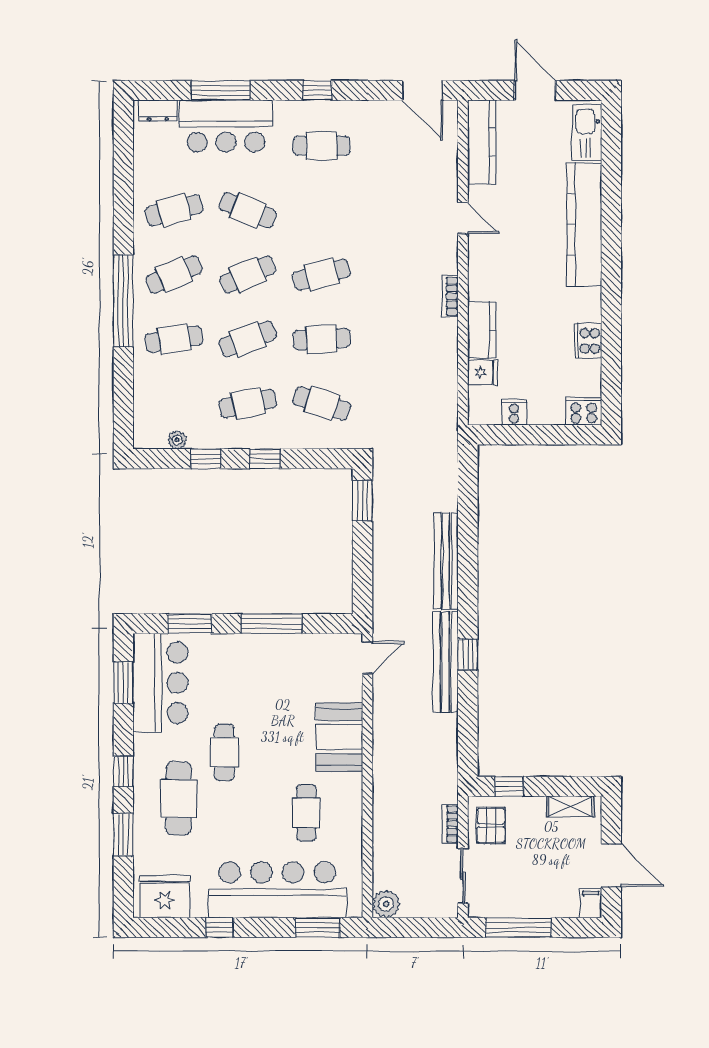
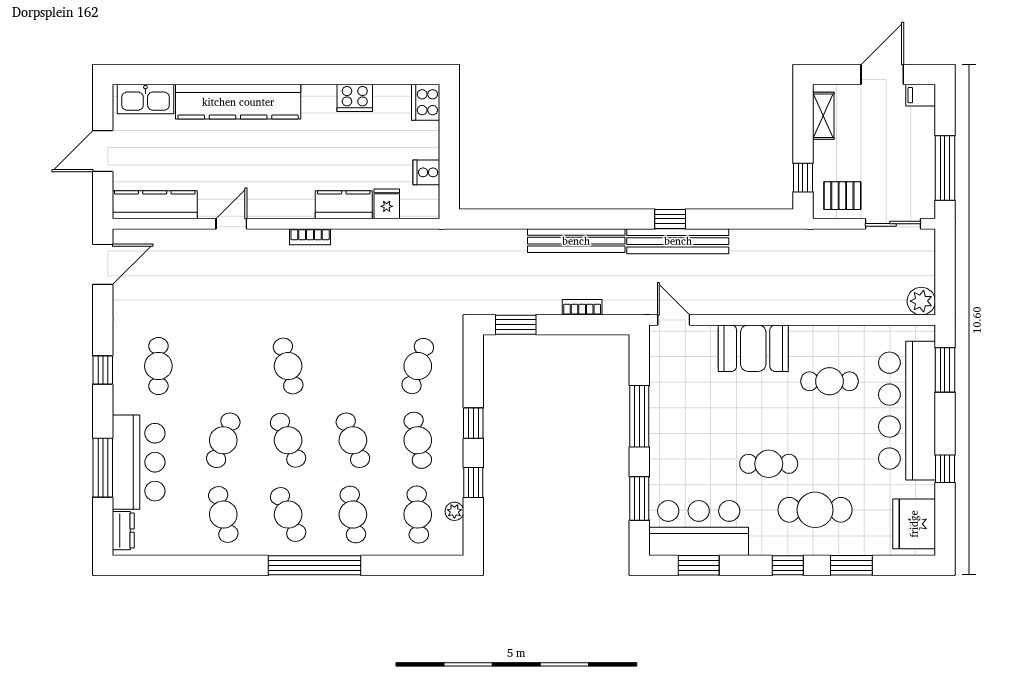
cafe table: (322, 339) -> (418, 515), moved
bookcase: (450, 824) -> (582, 307), moved, turned 180

